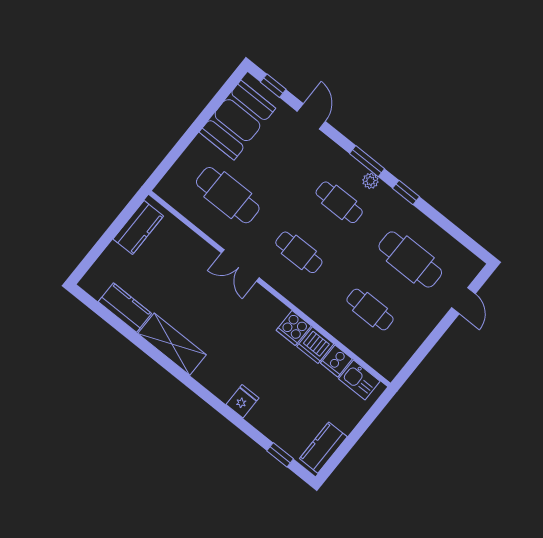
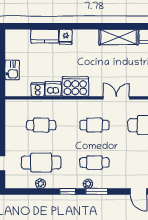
plant: (434, 232) -> (41, 184), added
cooker: (294, 328) -> (75, 86), width x1.87, depth x1.31
kitchen sink: (359, 380) -> (12, 70), moved, turned 90
kitchen counter: (323, 448) -> (45, 36), moved, turned 90
window: (280, 455) -> (29, 26), removed

